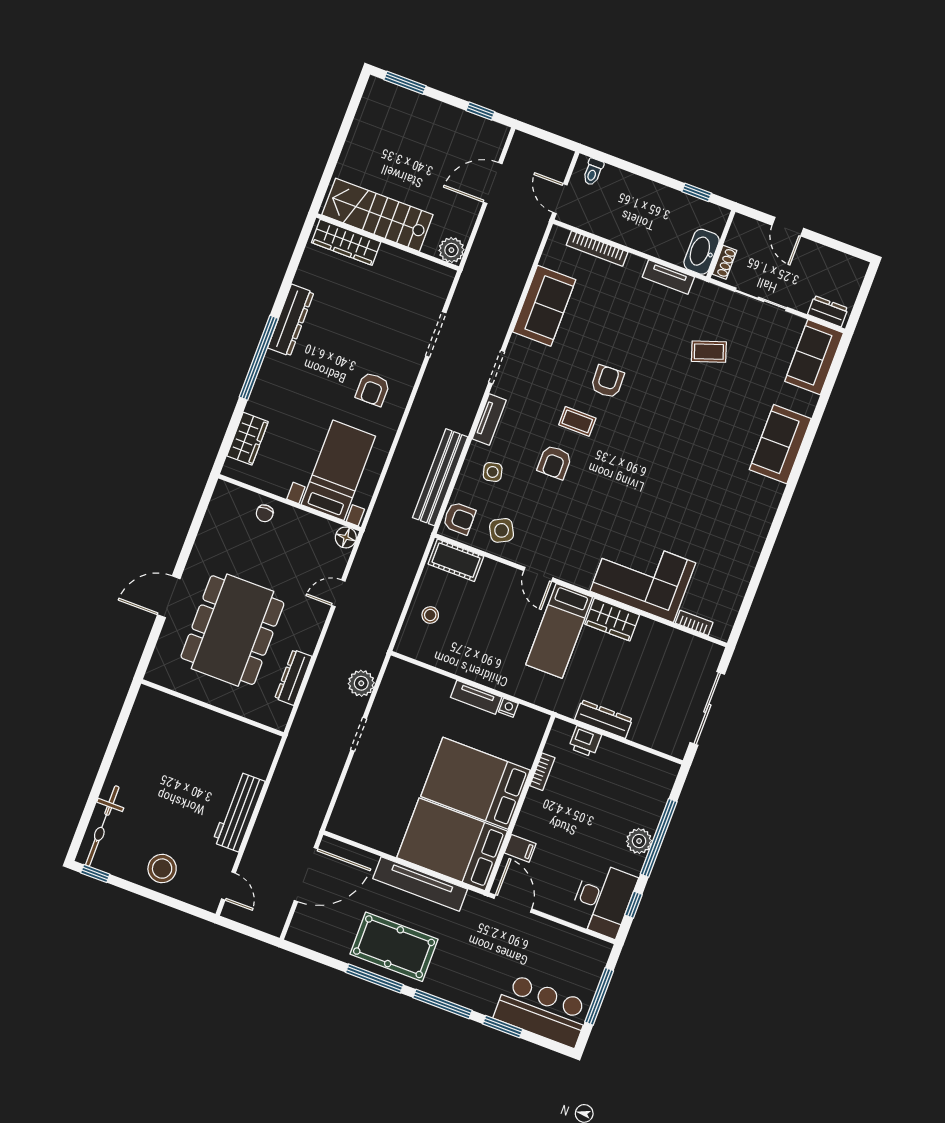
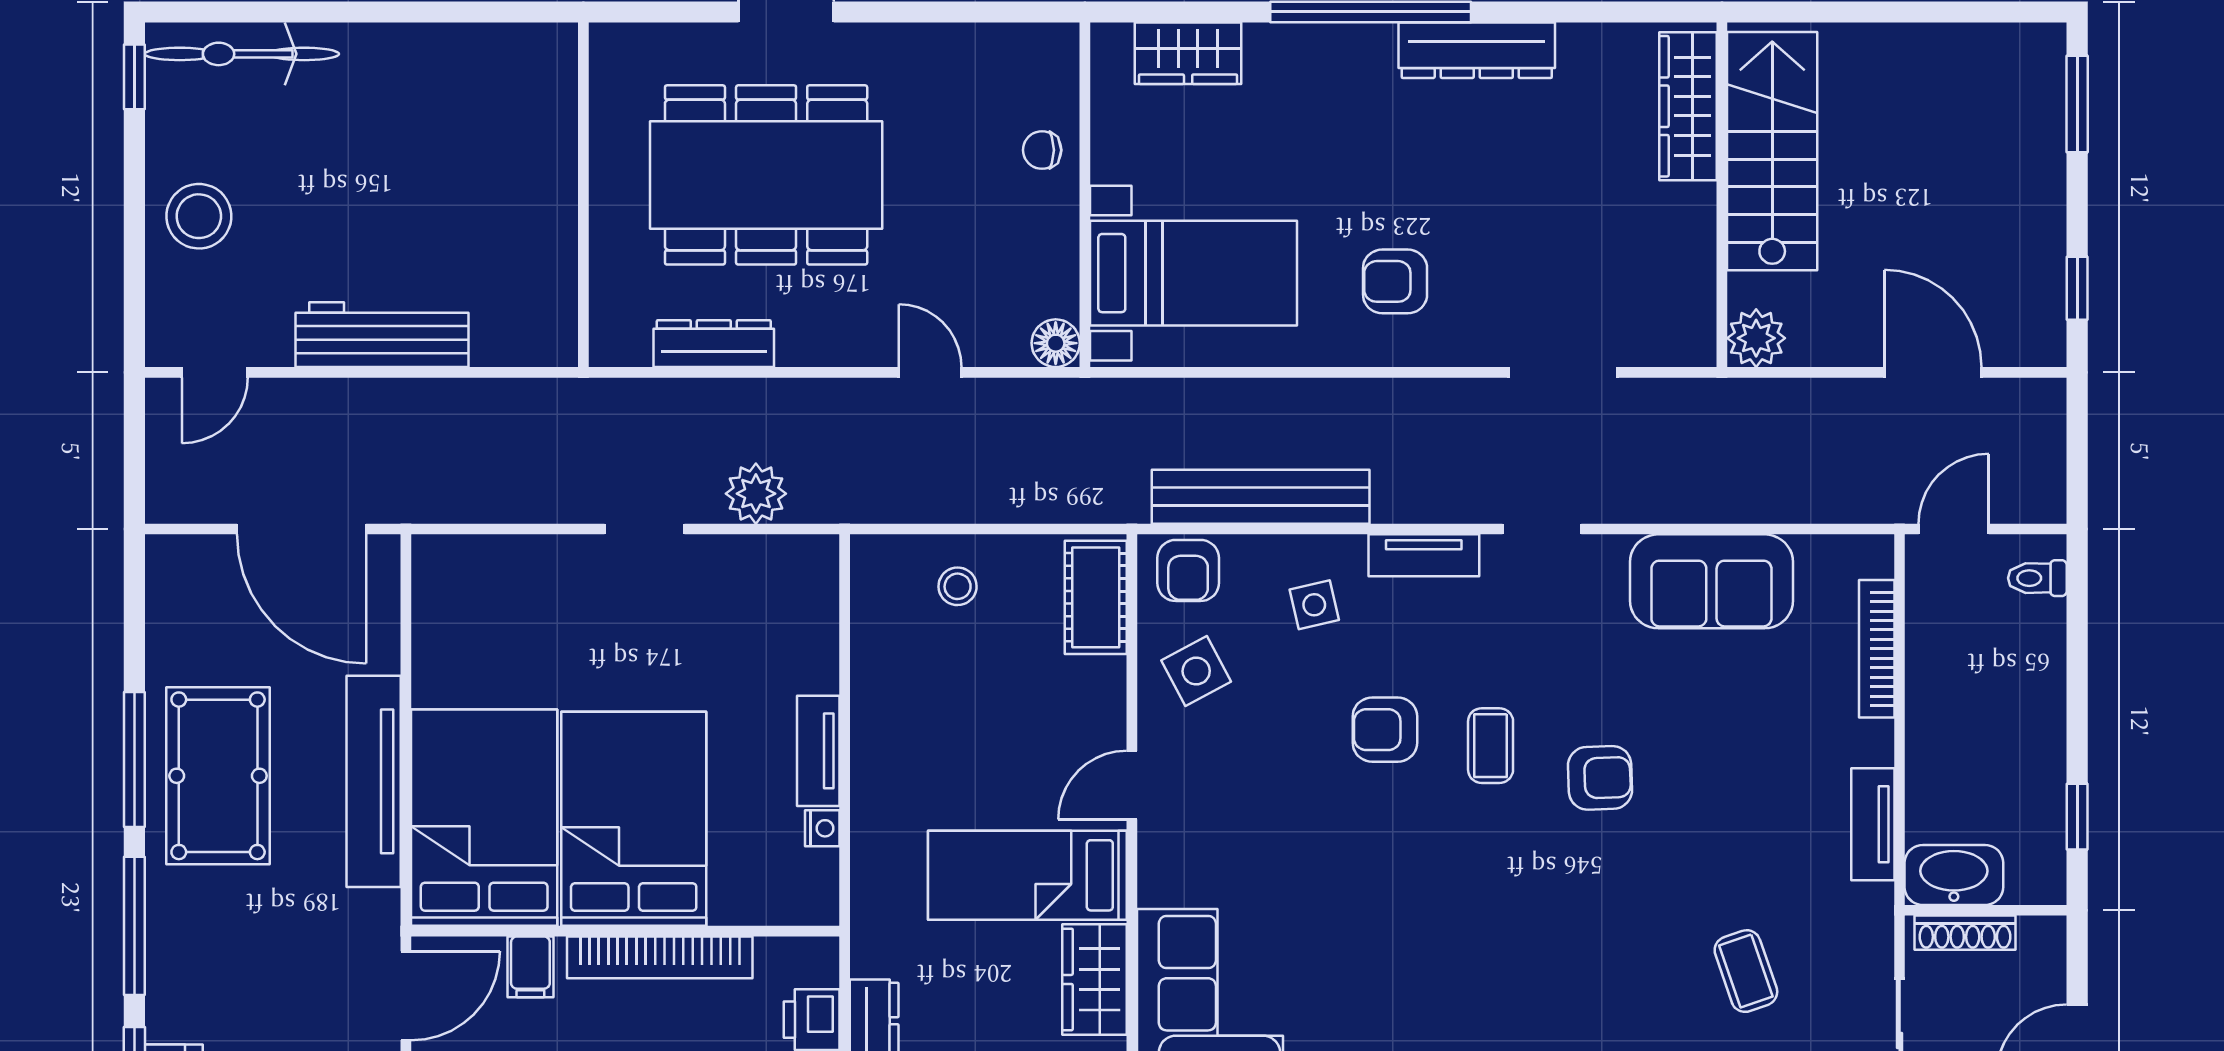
shoe rack: (725, 262) -> (1965, 933), width x1.43
bookcase: (542, 772) -> (660, 957), width x2.31, depth x1.31

